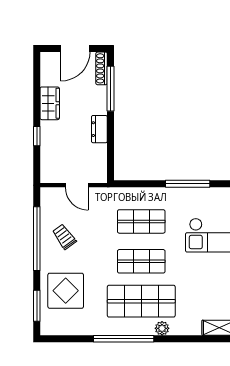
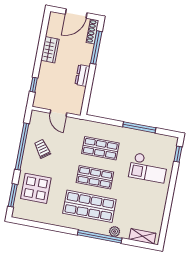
window: (37, 136) -> (34, 85), moved
plant: (162, 328) -> (115, 231), moved
window: (124, 339) -> (100, 237), moved

